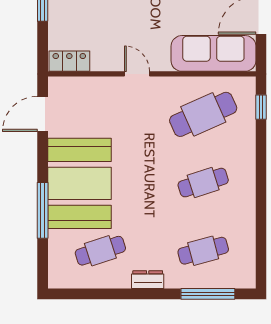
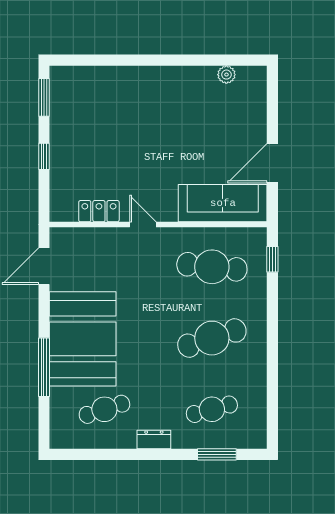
locker: (69, 61) -> (99, 211), moved
cafe table: (203, 114) -> (212, 267), turned 30
cafe table: (203, 183) -> (212, 338), width x1.37, depth x1.35
window: (208, 294) -> (217, 454), width x0.69

